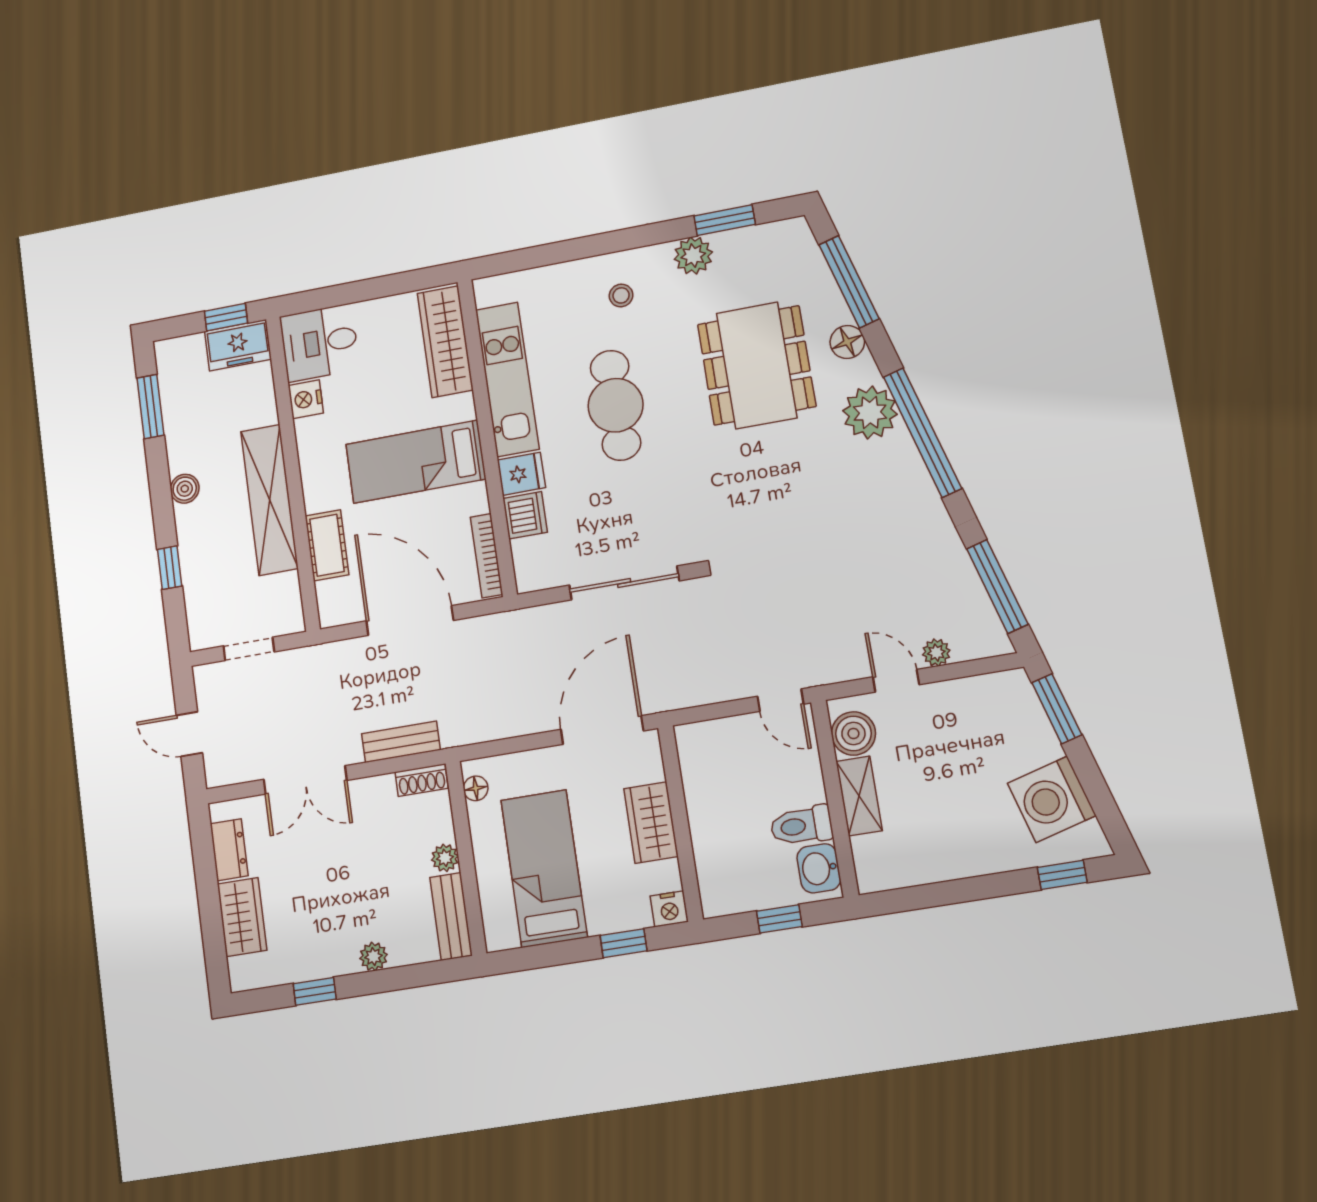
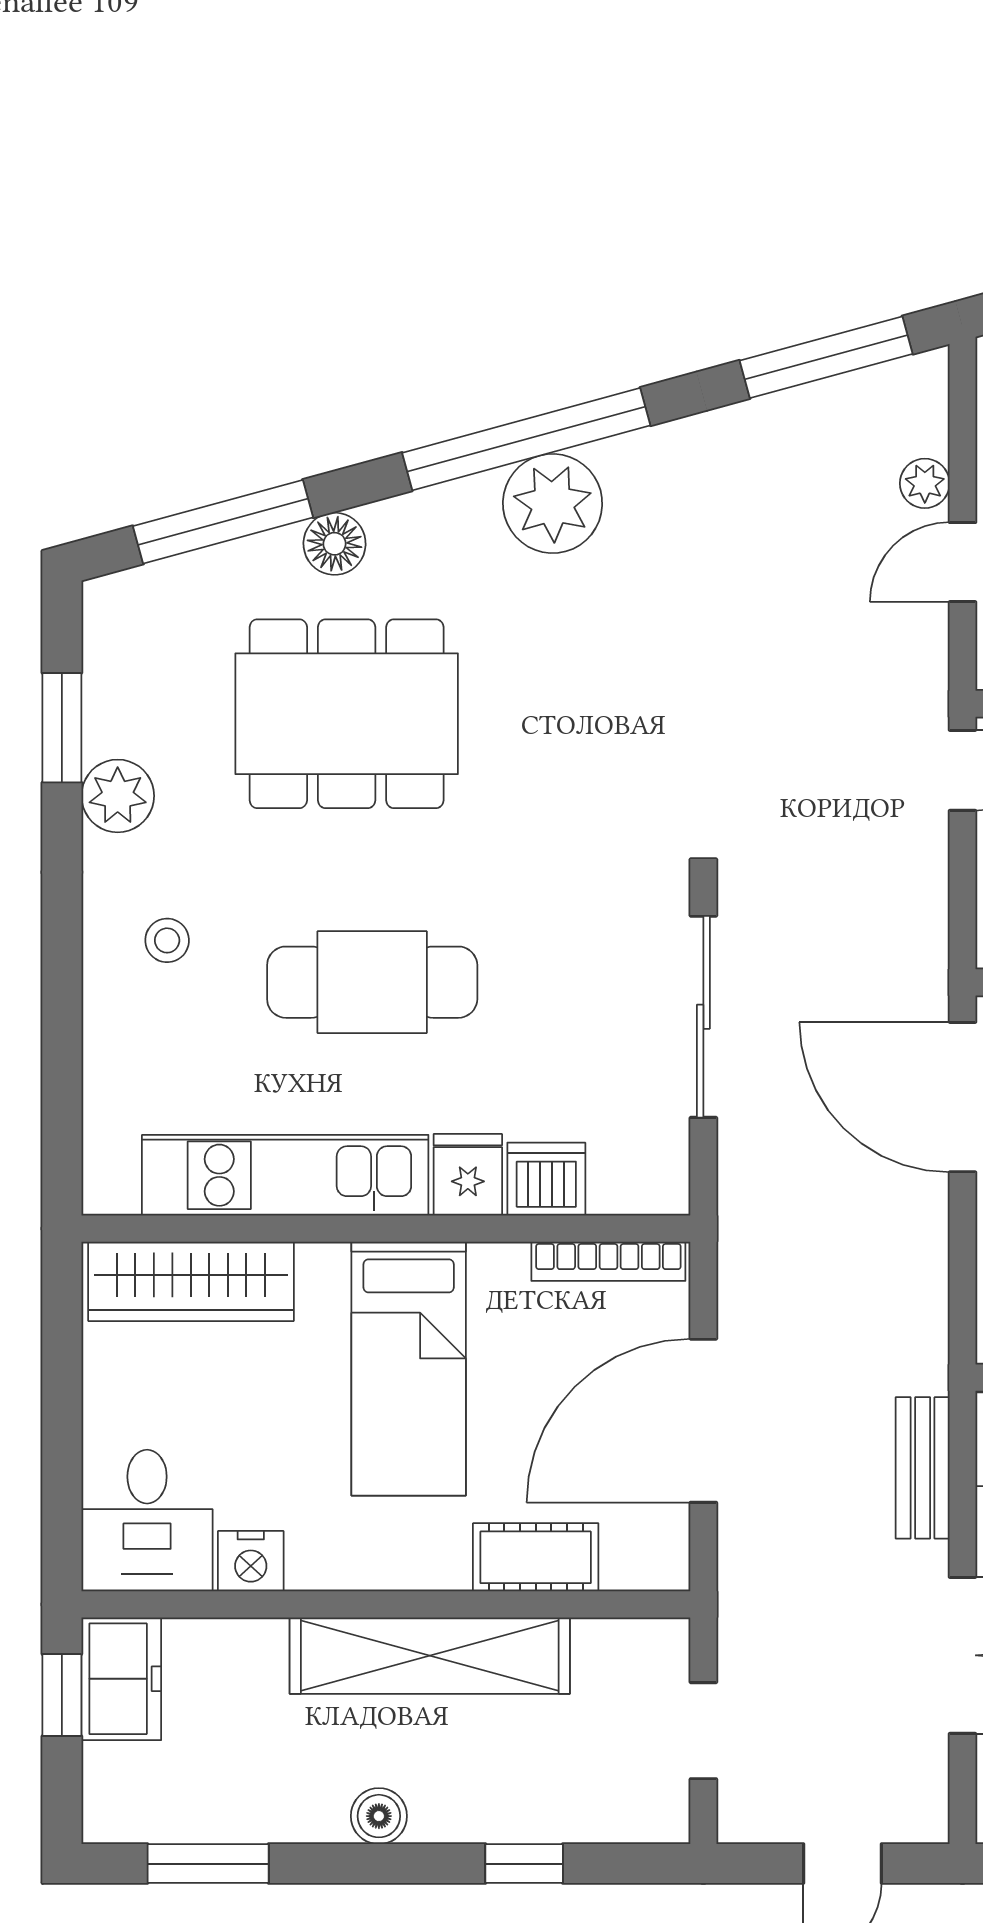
plant: (870, 413) -> (553, 503), moved

